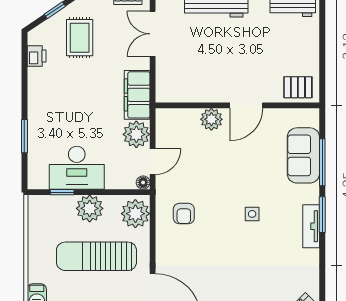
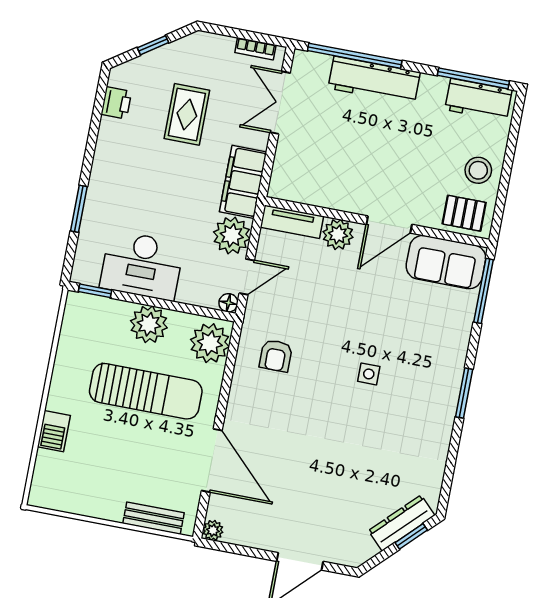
rug: (80, 38) -> (187, 114), moved
stool: (302, 55) -> (478, 170), added
sofa: (303, 155) -> (446, 262), moved, turned -90
window: (322, 162) -> (484, 291), moved
window: (62, 192) -> (95, 291), moved
tv unit: (311, 226) -> (292, 222), moved, turned -90
sun lounger: (96, 256) -> (146, 391), turned 180

